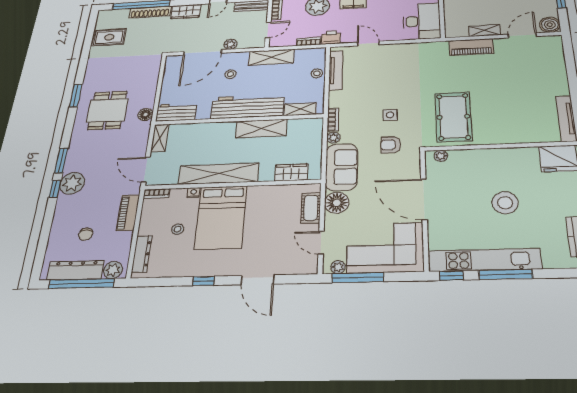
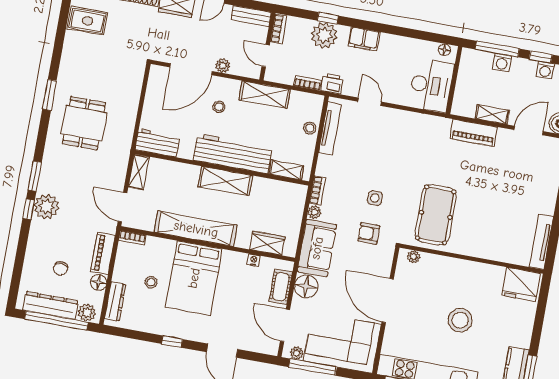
door: (268, 30) -> (266, 56), swing flipped
floor lamp: (145, 115) -> (99, 282), moved
shelving: (261, 128) -> (225, 181), moved
nightstand: (194, 193) -> (254, 260), moved
door: (321, 243) -> (285, 325), width x1.38

